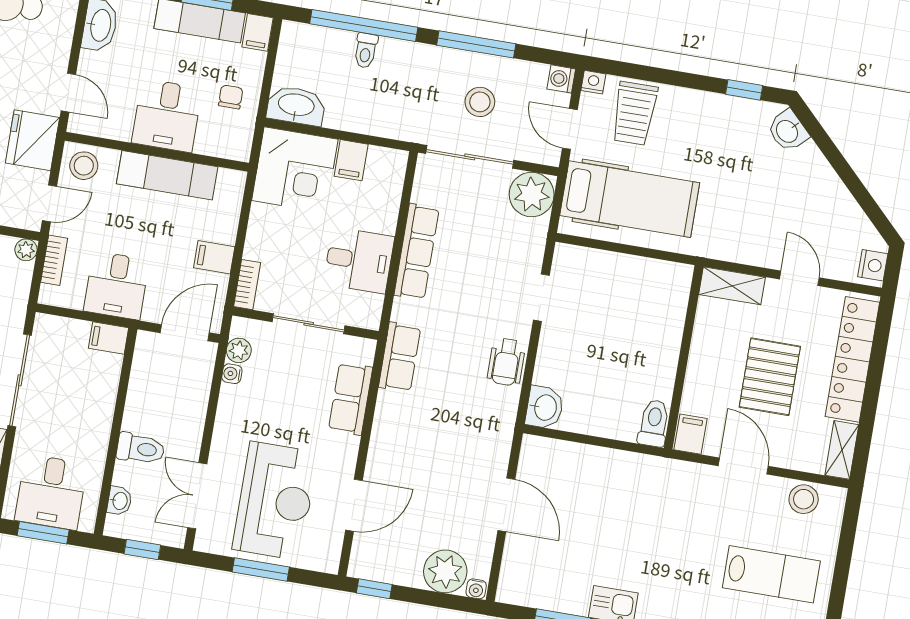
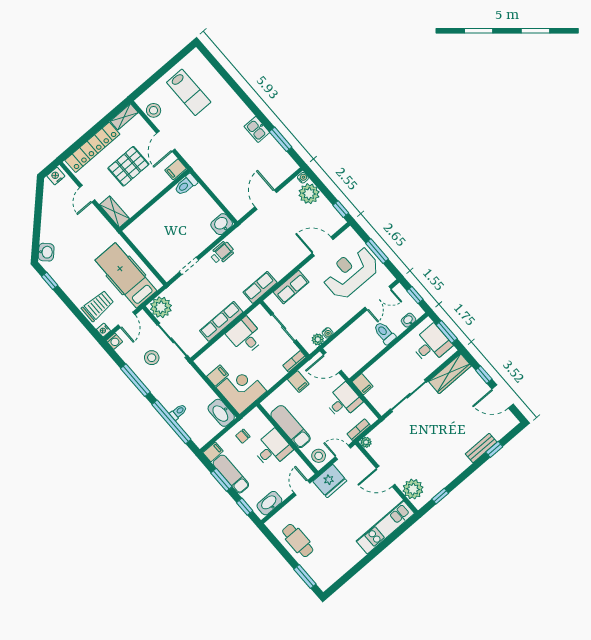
lab bench: (771, 574) -> (189, 92), turned 180

